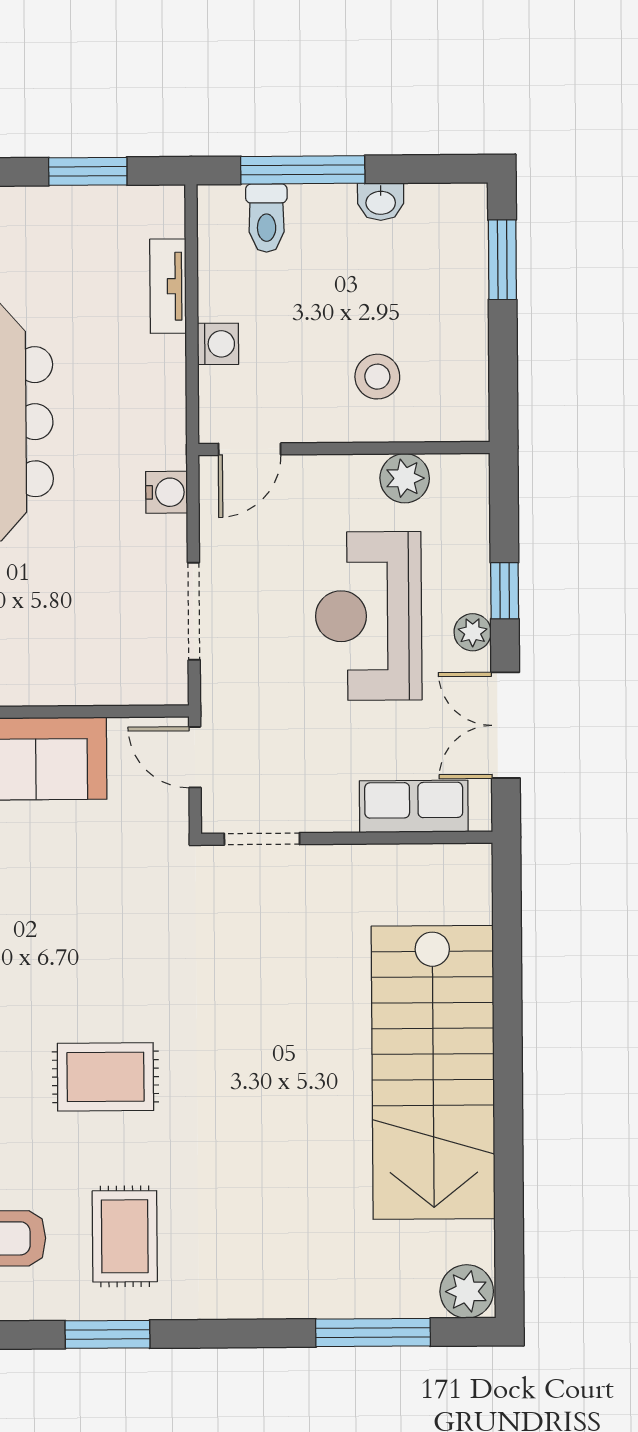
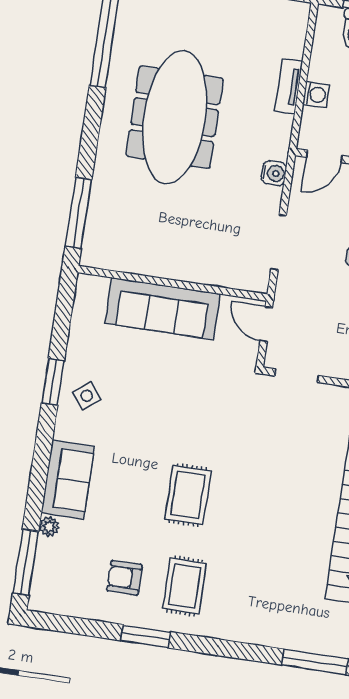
tv unit: (168, 286) -> (289, 86), moved
rug: (105, 1077) -> (188, 495), turned 90
window: (108, 1334) -> (145, 636), moved

